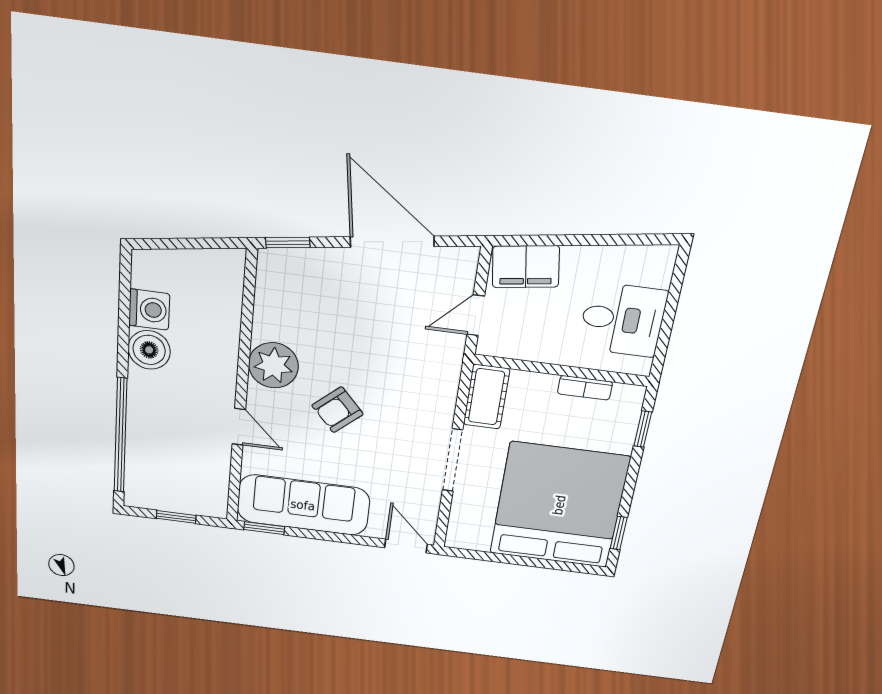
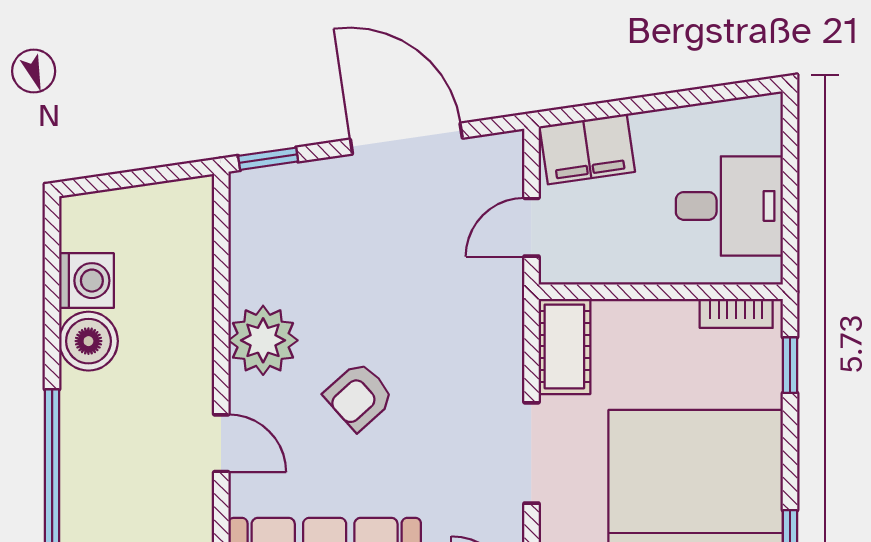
bookcase: (585, 388) -> (736, 313), moved

